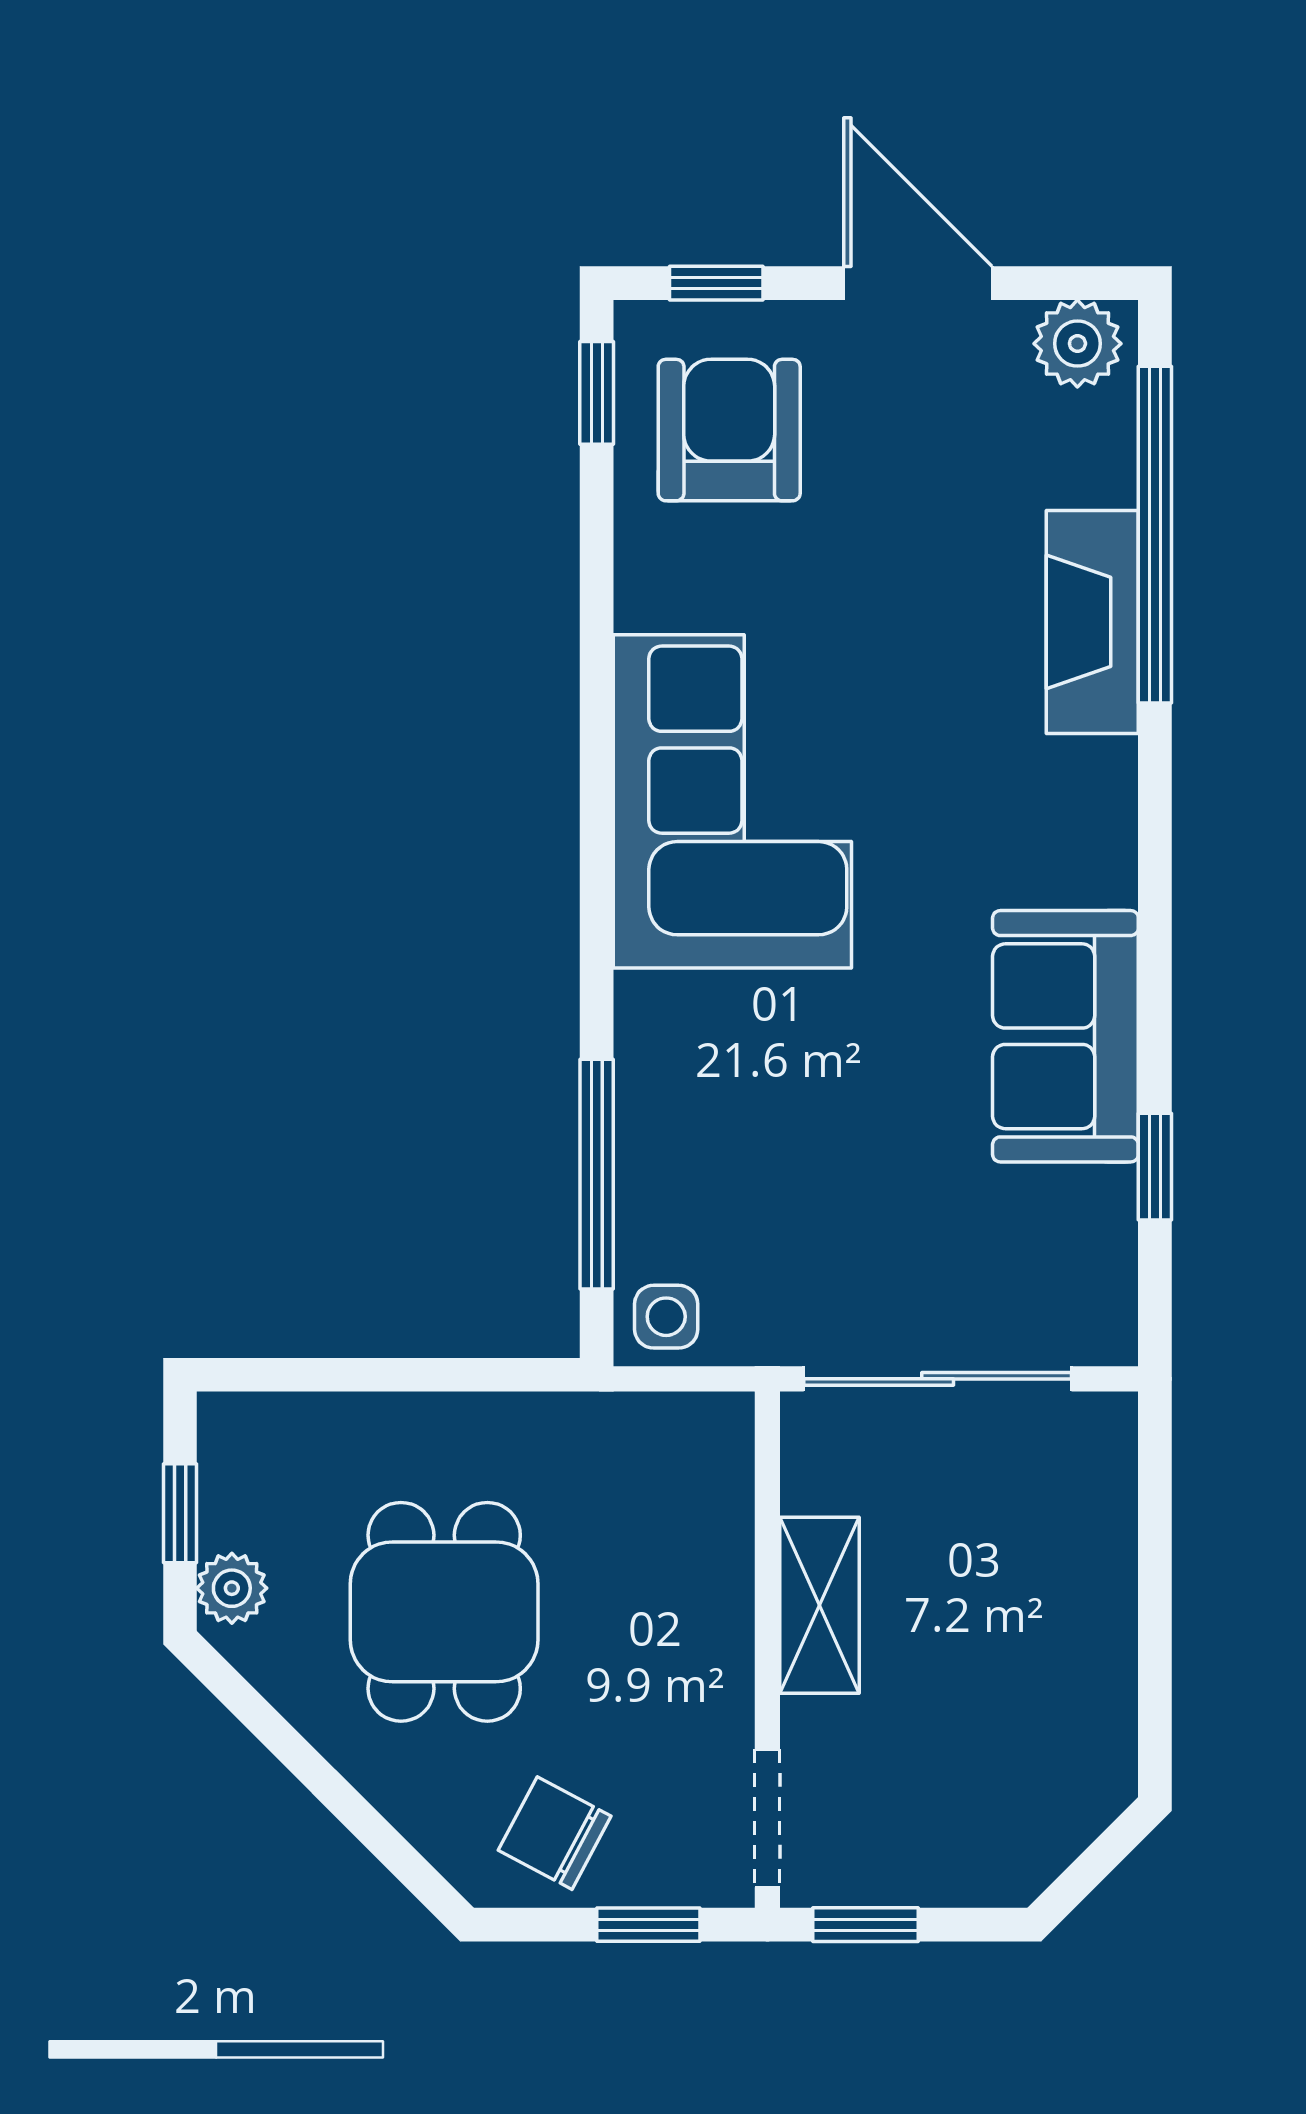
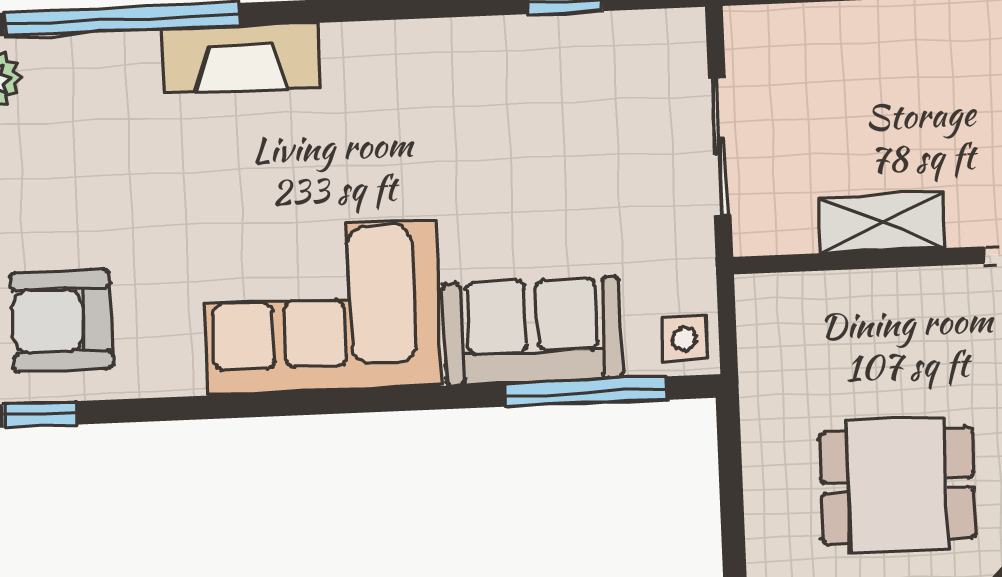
fireplace: (1092, 622) -> (241, 58), moved
sofa: (1065, 1036) -> (532, 331), moved, turned 180
sliding door: (938, 1379) -> (720, 147), width x0.73

